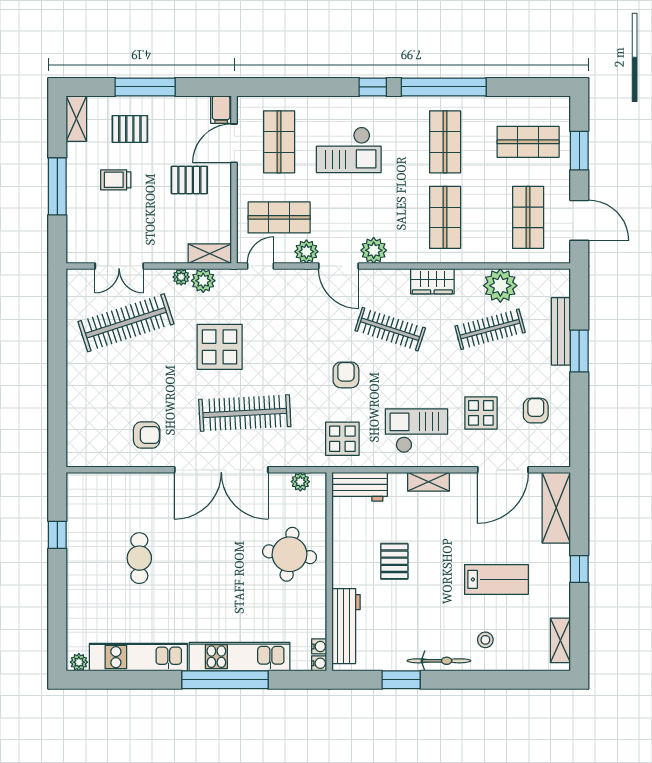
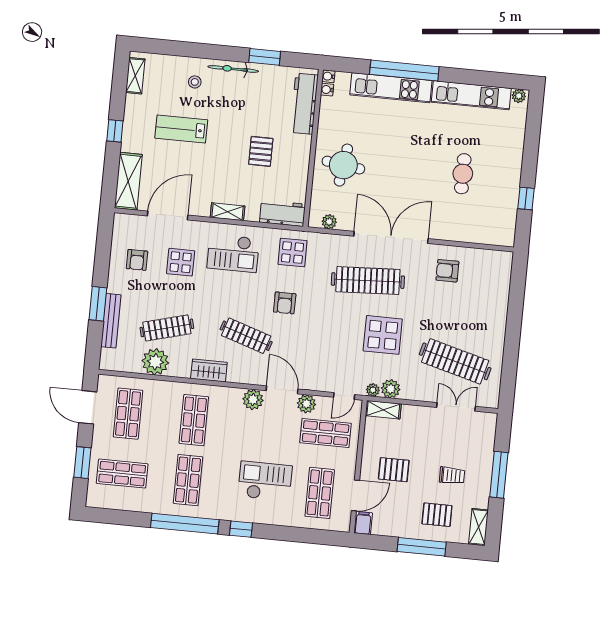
plant: (181, 277) -> (373, 390), moved
clothes rail: (126, 323) -> (455, 361), turned 33

